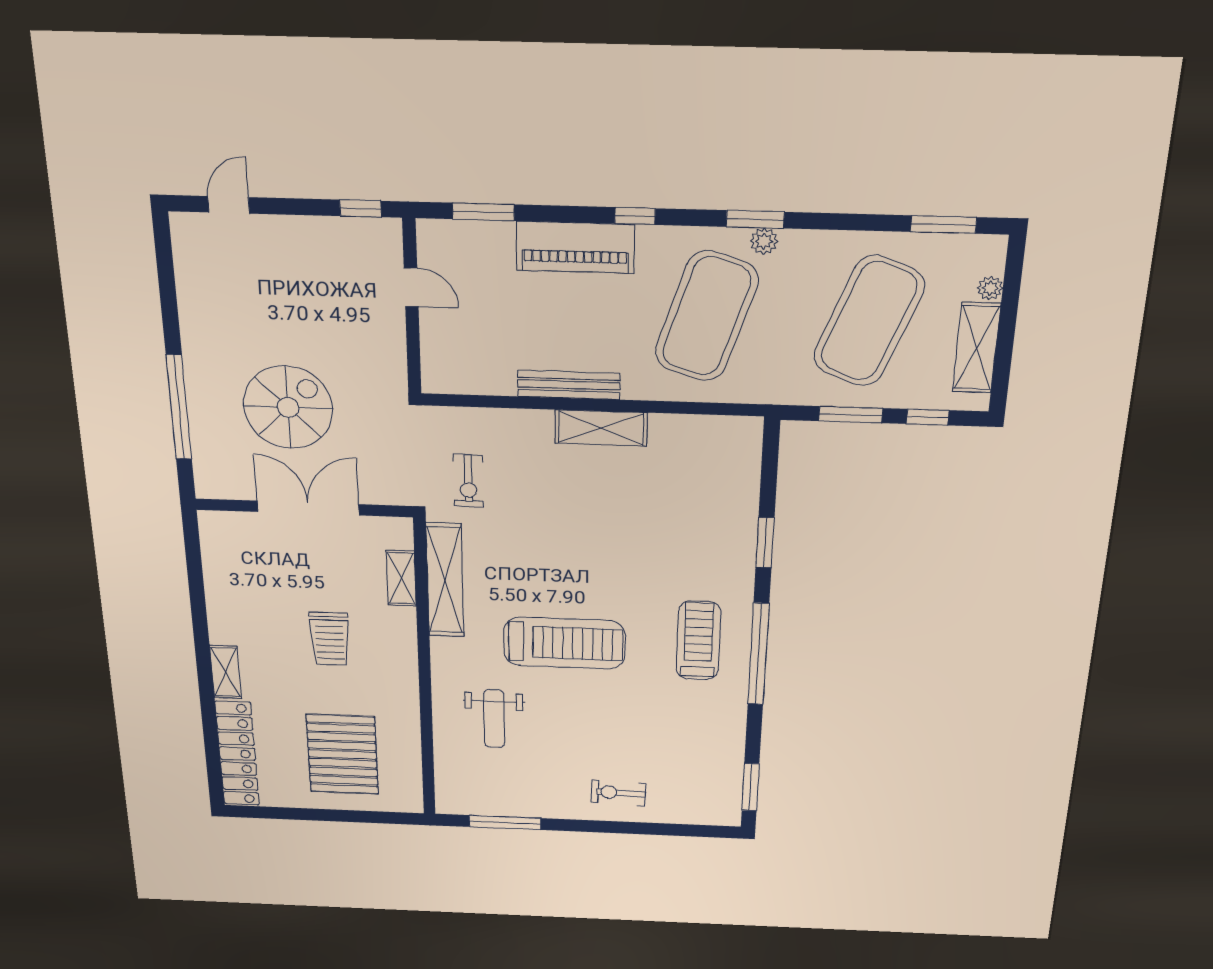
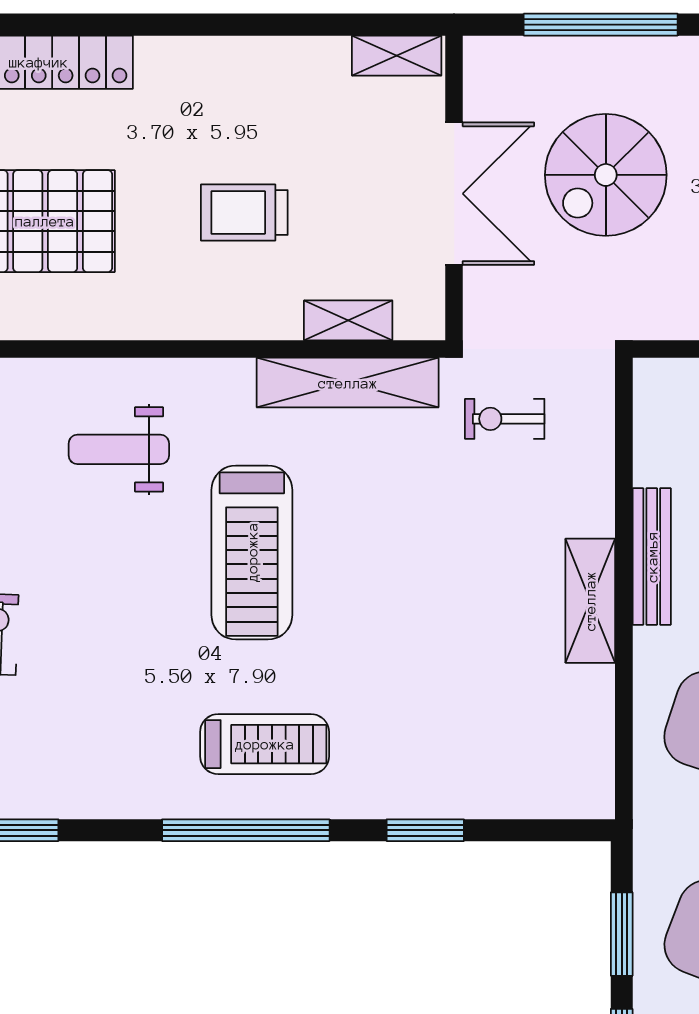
spiral stairs: (288, 407) -> (606, 175), turned 90
shelving: (226, 672) -> (397, 56), moved

